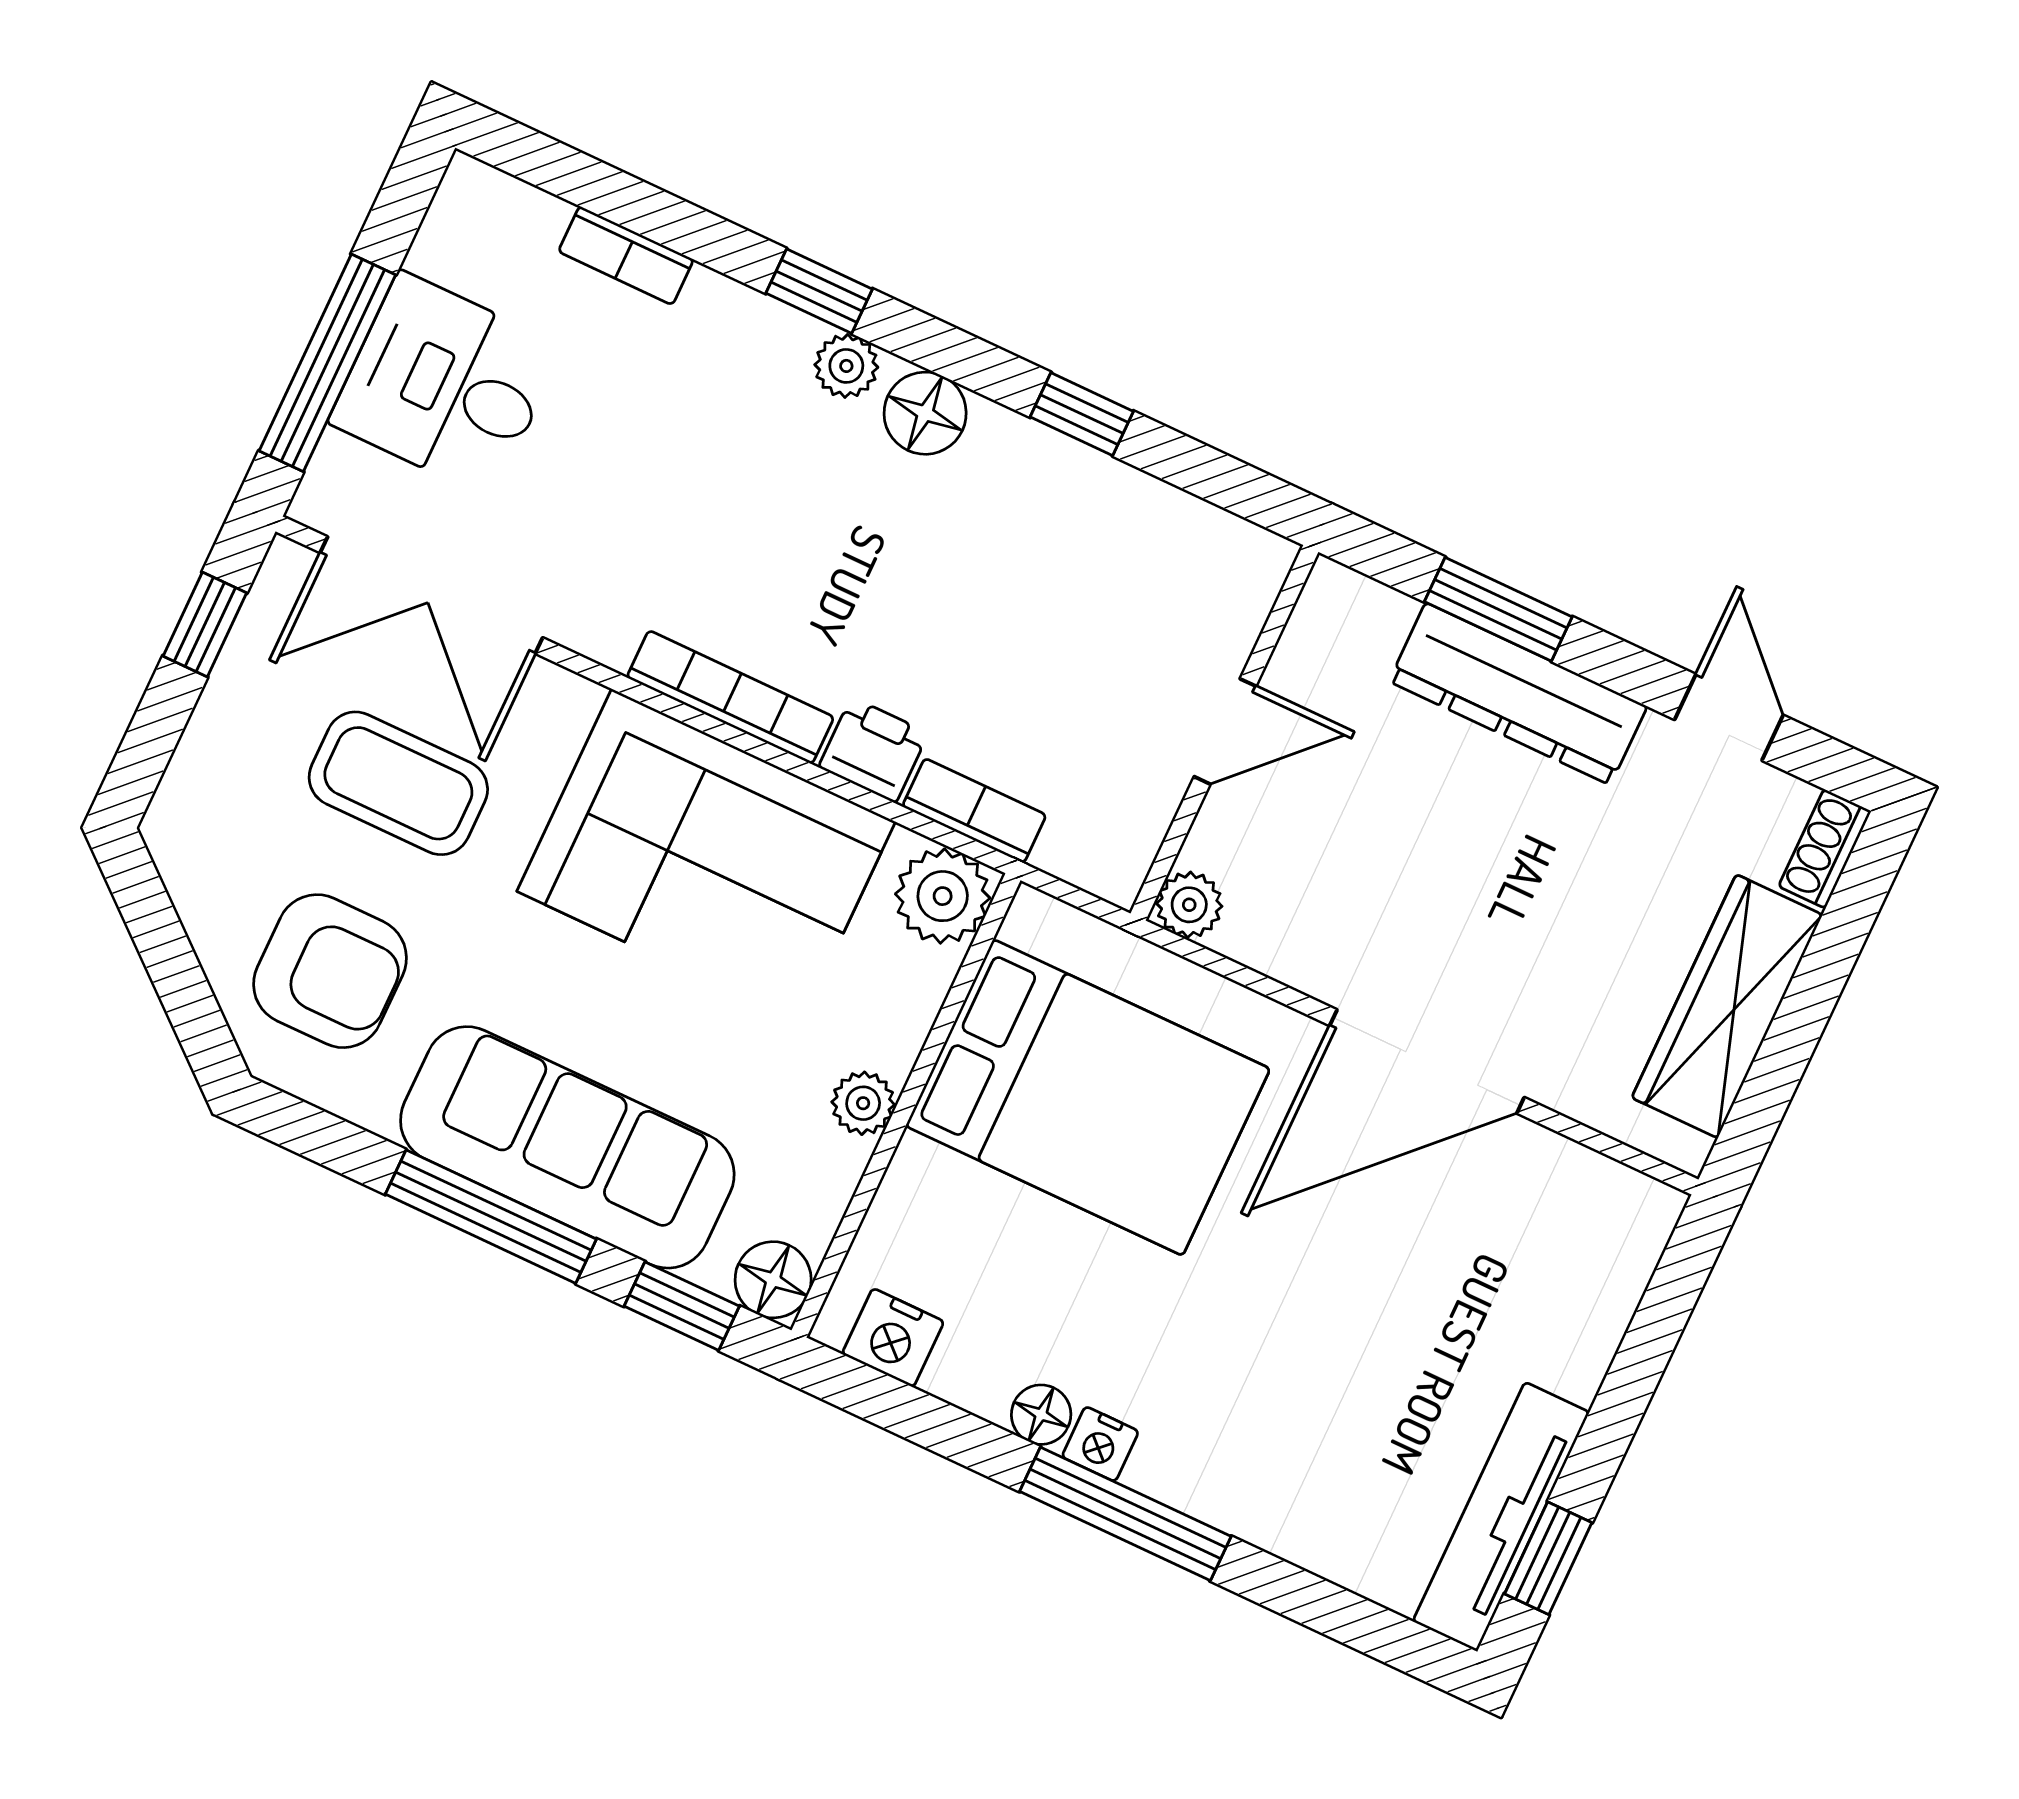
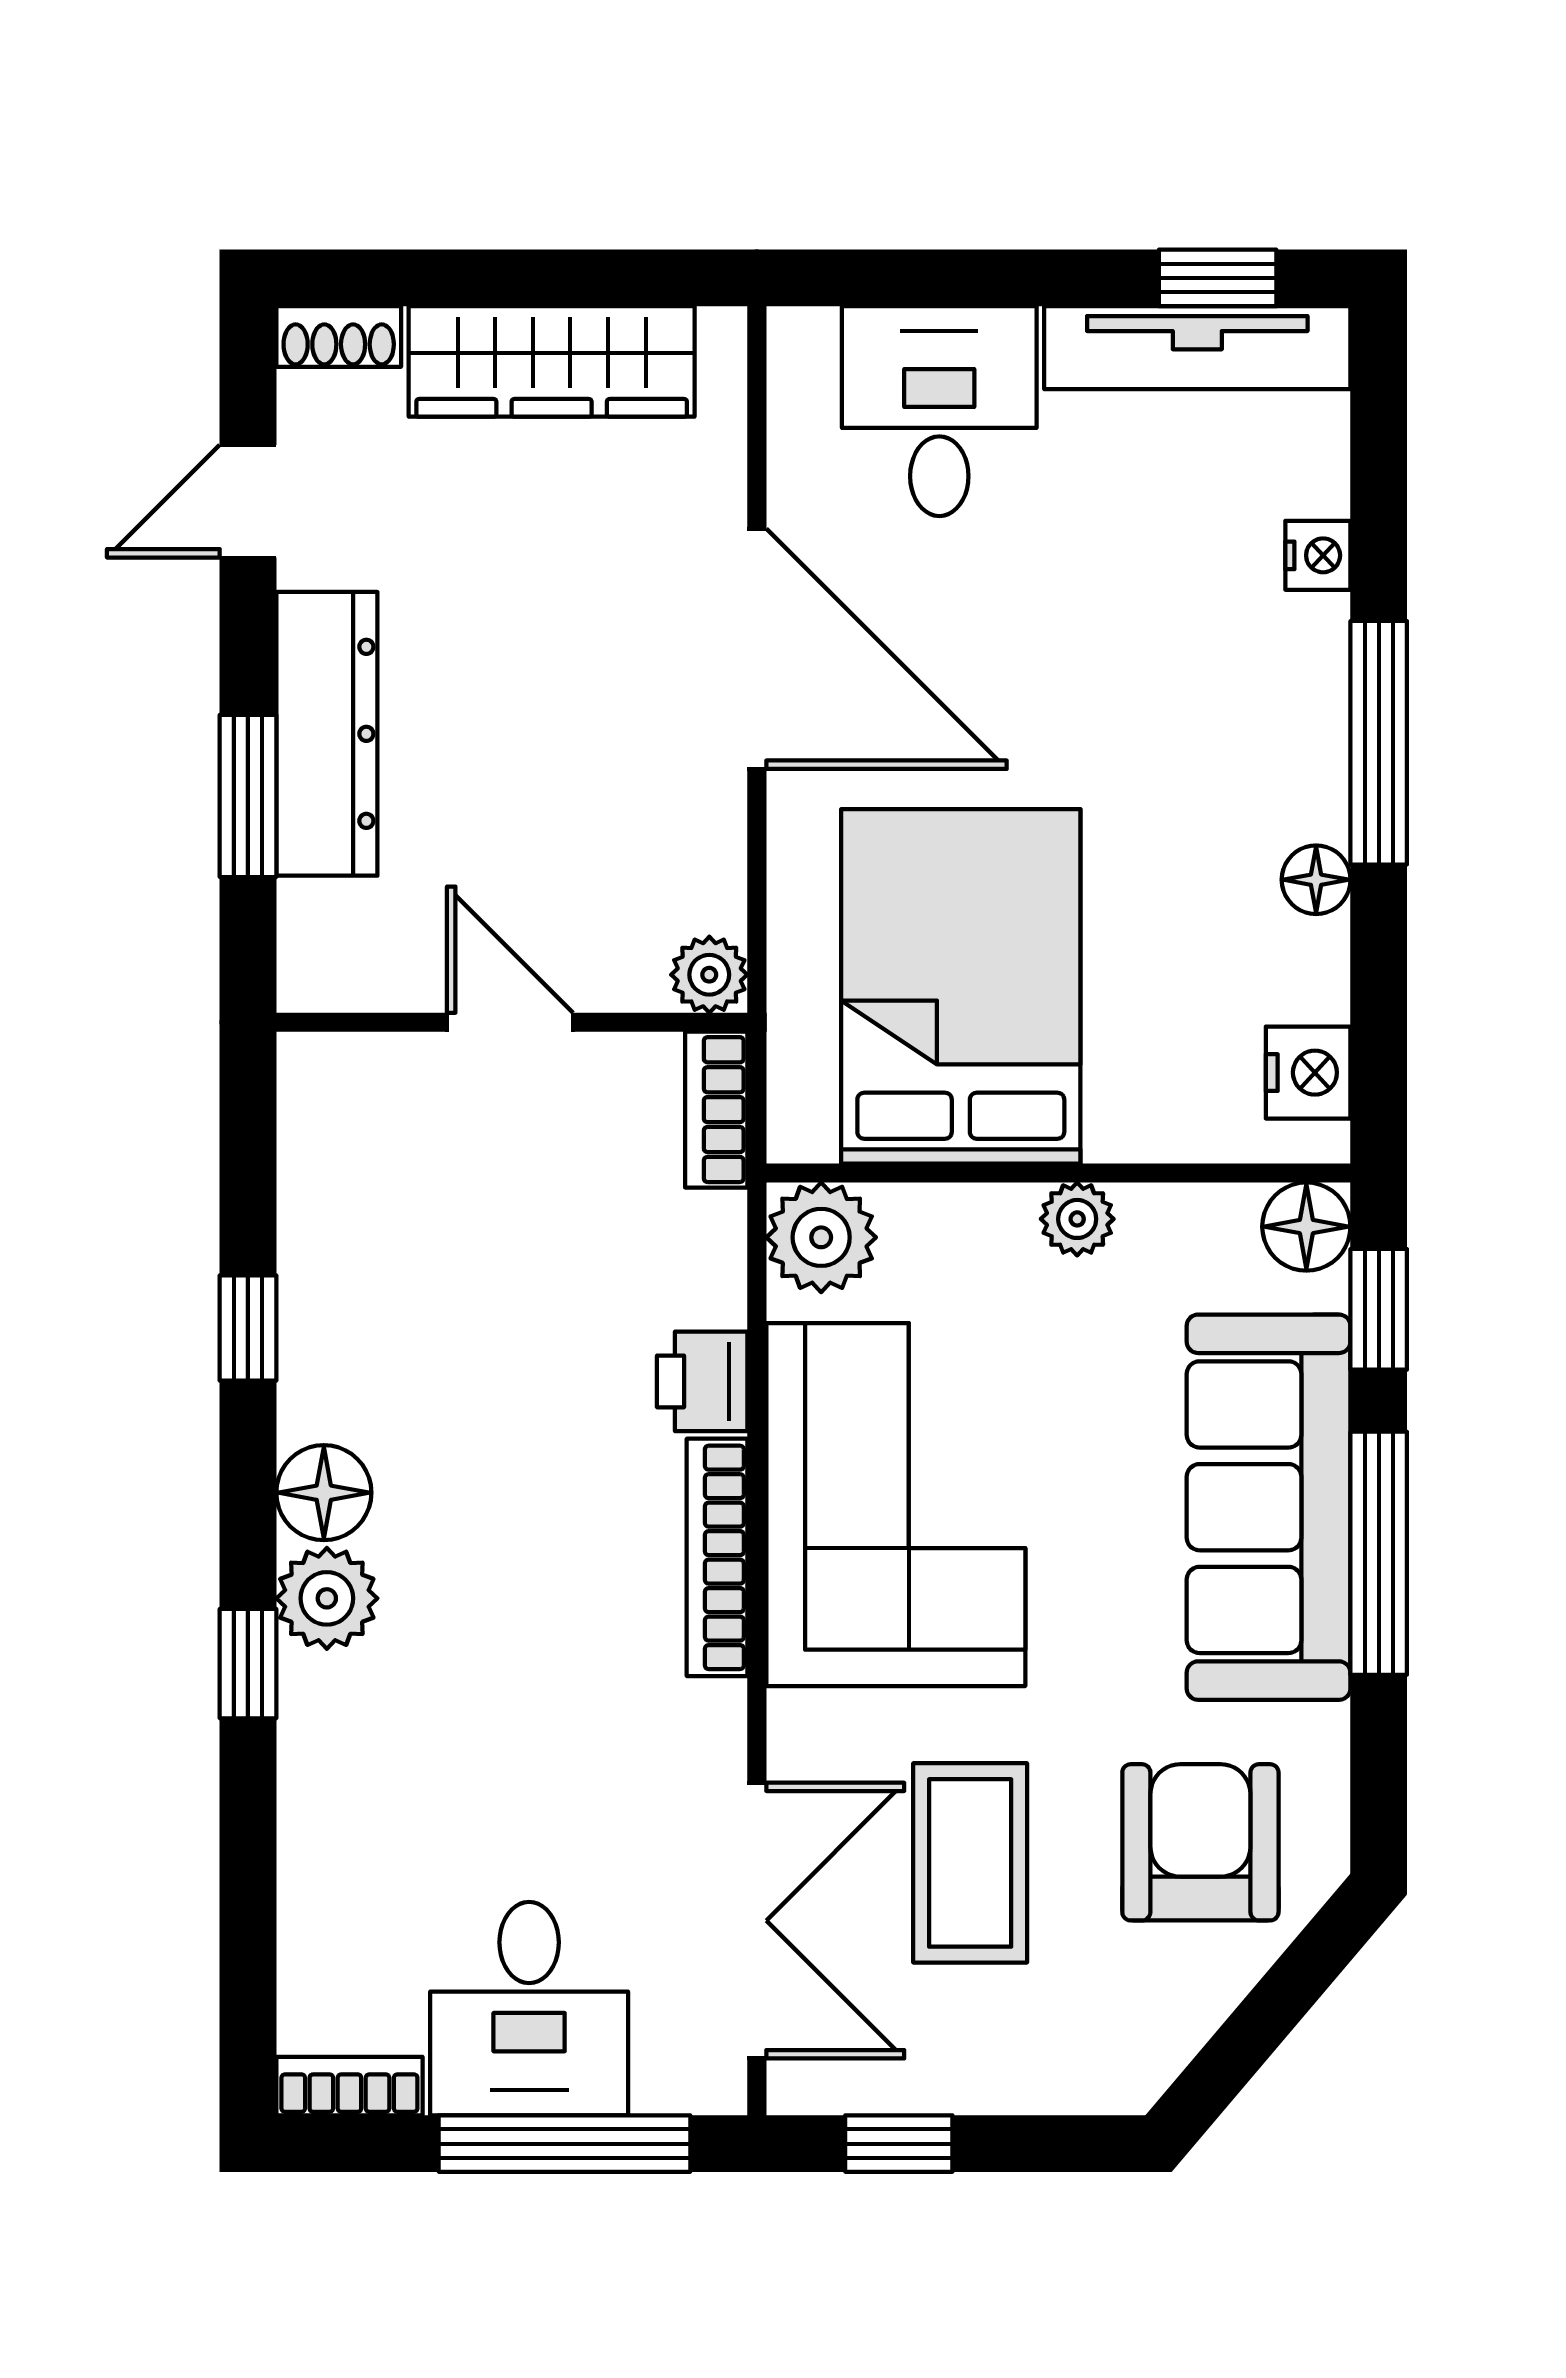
bookcase: (626, 256) -> (349, 2086), moved, turned -90
plant: (846, 366) -> (327, 1598), width x1.38, depth x1.38
bookcase: (974, 811) -> (716, 1110), moved
desk: (1546, 1291) -> (939, 411), added
nightstand: (1100, 1444) -> (1318, 555), moved

